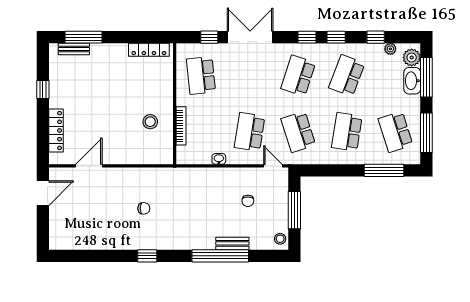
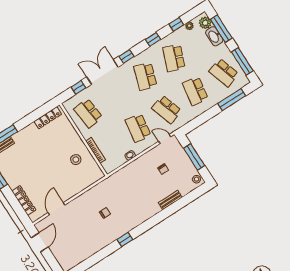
window: (307, 37) -> (126, 56), moved
window: (220, 256) -> (168, 212), removed

